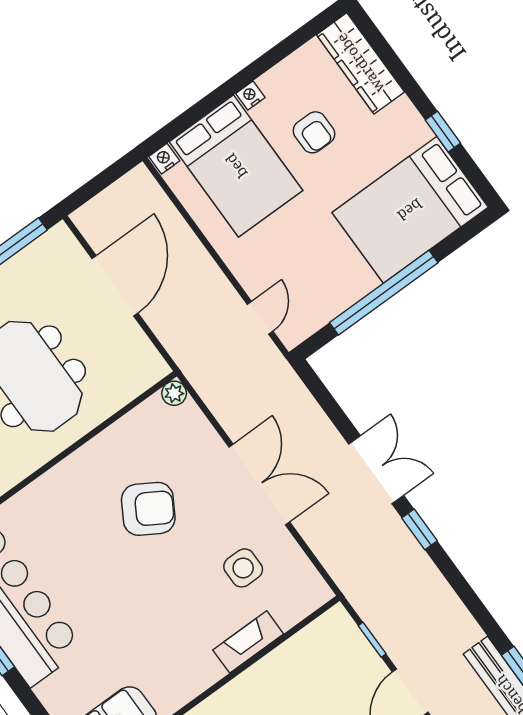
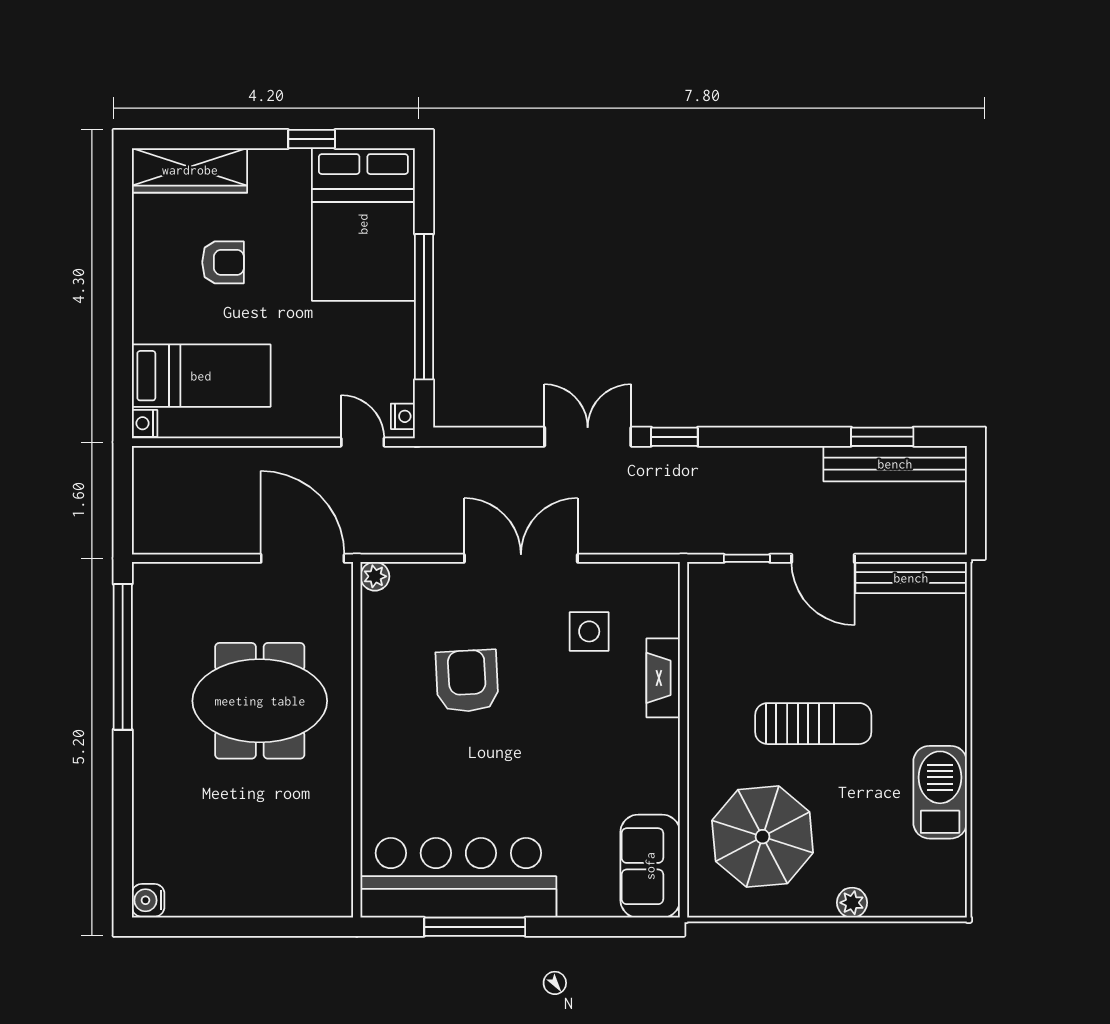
nightstand: (250, 95) -> (403, 416), moved, turned 180
bed: (236, 166) -> (201, 376), width x0.67
door: (115, 286) -> (303, 558), moved
armchair: (148, 509) -> (467, 681), turned -34

